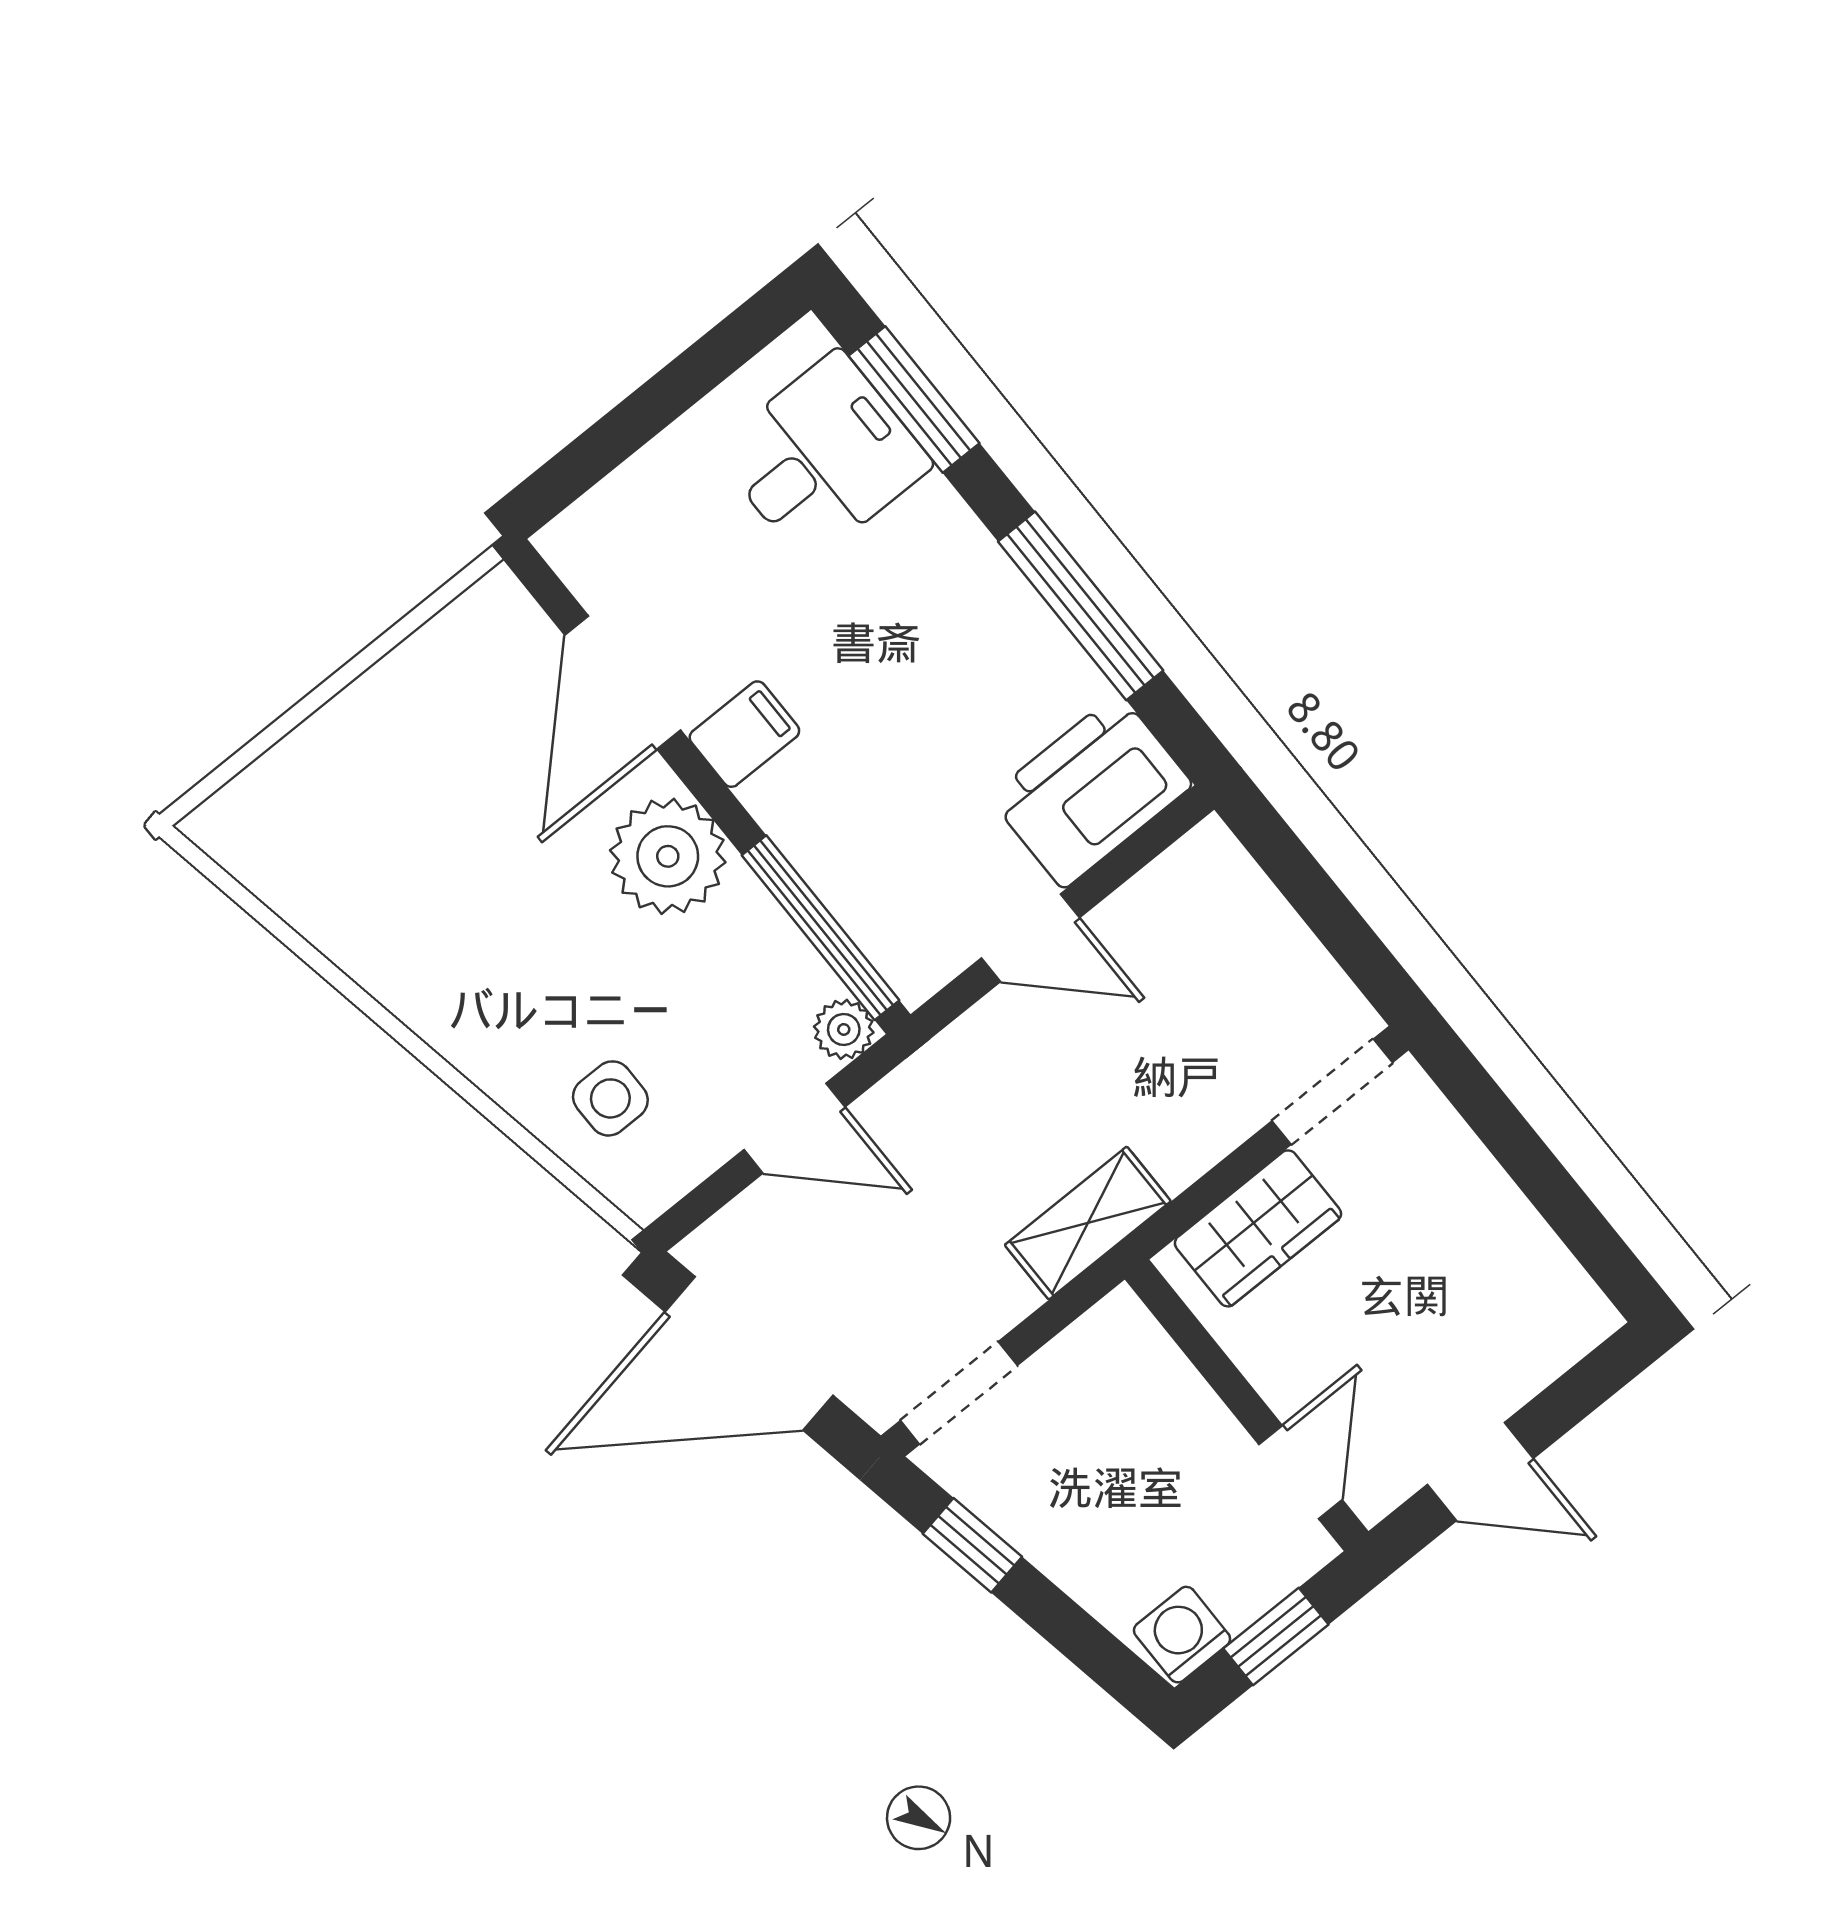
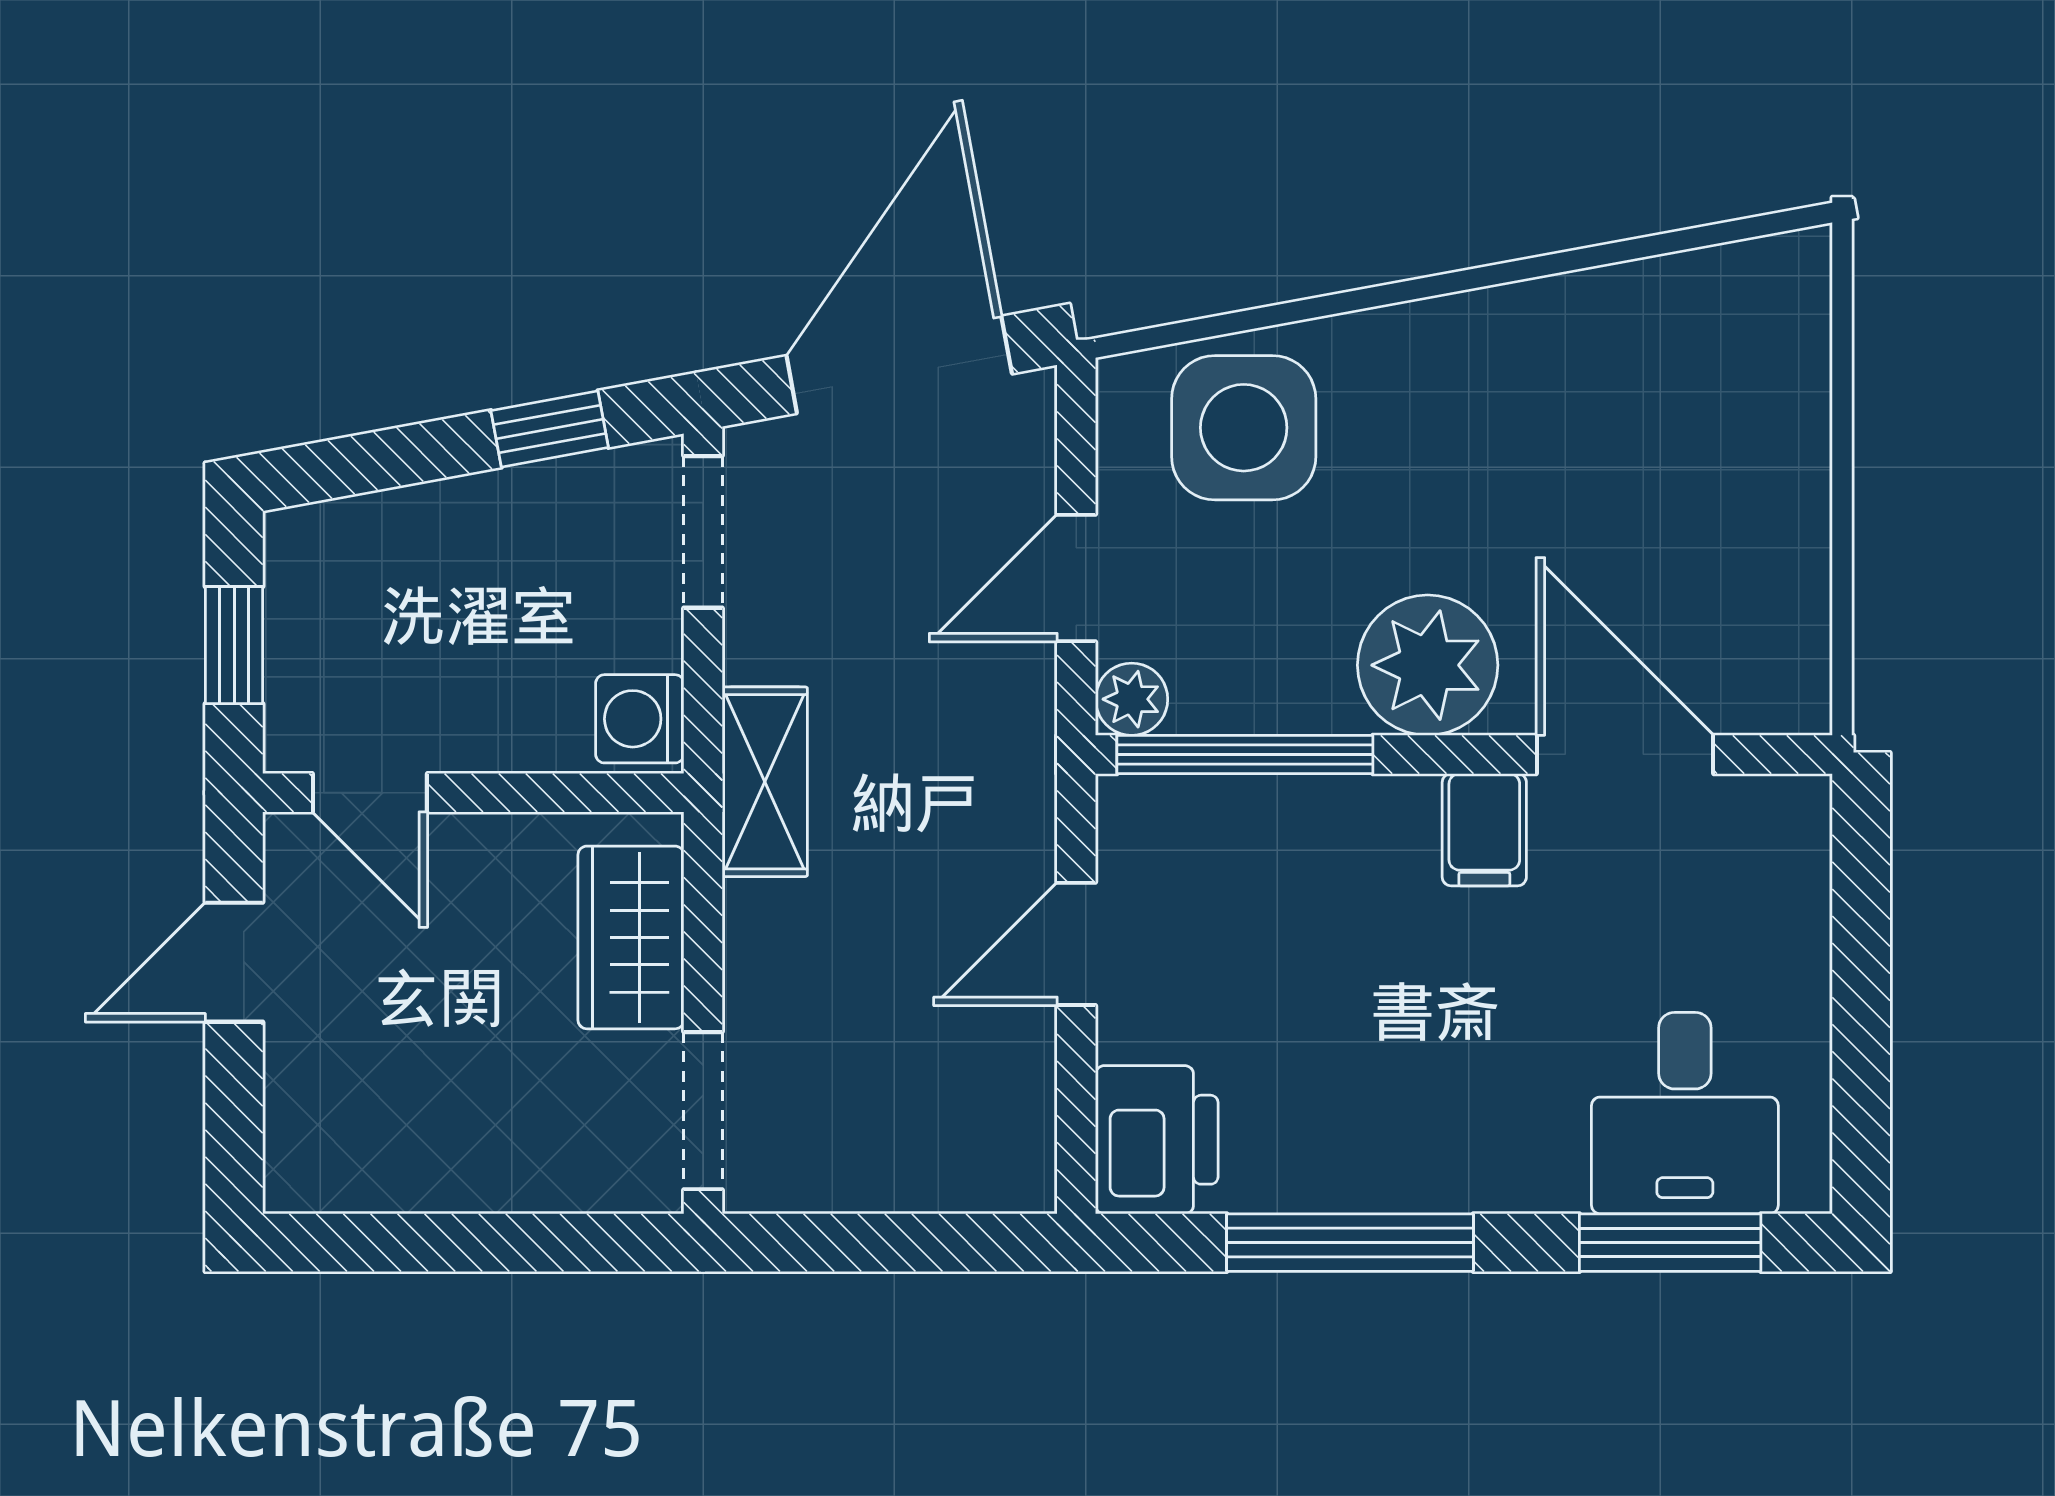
printer: (1091, 791) -> (1157, 1140), width x0.73, depth x0.84
side table: (610, 1098) -> (1244, 428), width x1.87, depth x1.87
washing machine: (1182, 1635) -> (640, 719), moved, turned 180

